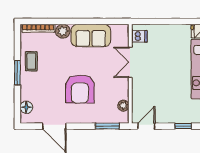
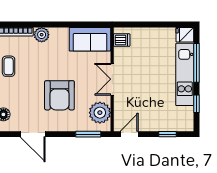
sofa: (91, 35) -> (90, 39), moved
double door: (130, 62) -> (112, 79), moved
plant: (123, 106) -> (100, 113), width x1.88, depth x1.88

